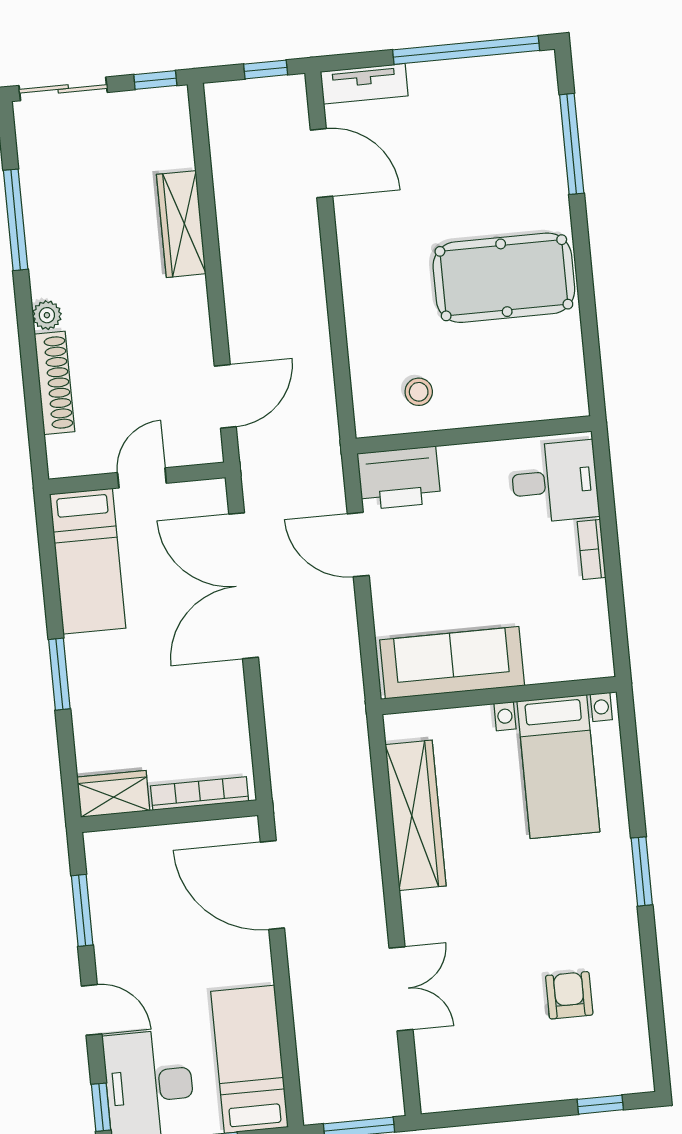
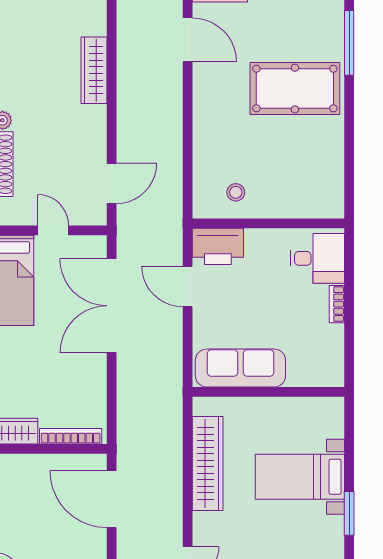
pool table: (504, 278) -> (295, 89), moved
door: (142, 478) -> (53, 230), hinge flipped
bed with nightstands: (558, 767) -> (300, 477), moved, turned 90

